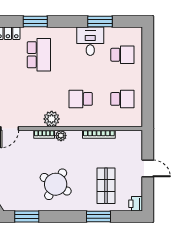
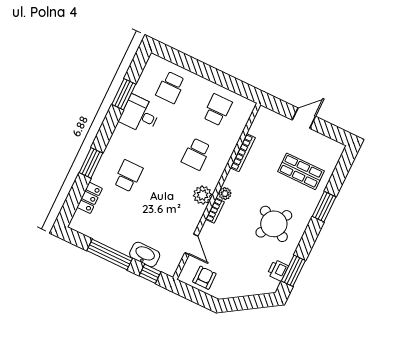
school desk: (39, 55) -> (128, 176), width x0.54
school desk: (122, 55) -> (171, 87), turned 180
printer: (136, 204) -> (278, 270), moved, turned 90
window: (99, 217) -> (324, 207), moved

